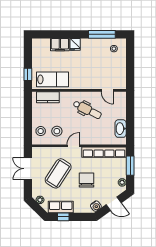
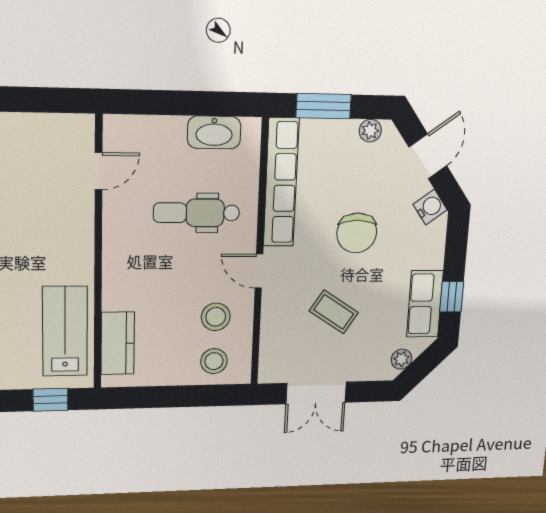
dental chair: (87, 110) -> (197, 213), moved, turned -117
coffee table: (58, 173) -> (334, 312), width x0.54, depth x0.58
chair: (87, 180) -> (357, 233), turned -90

